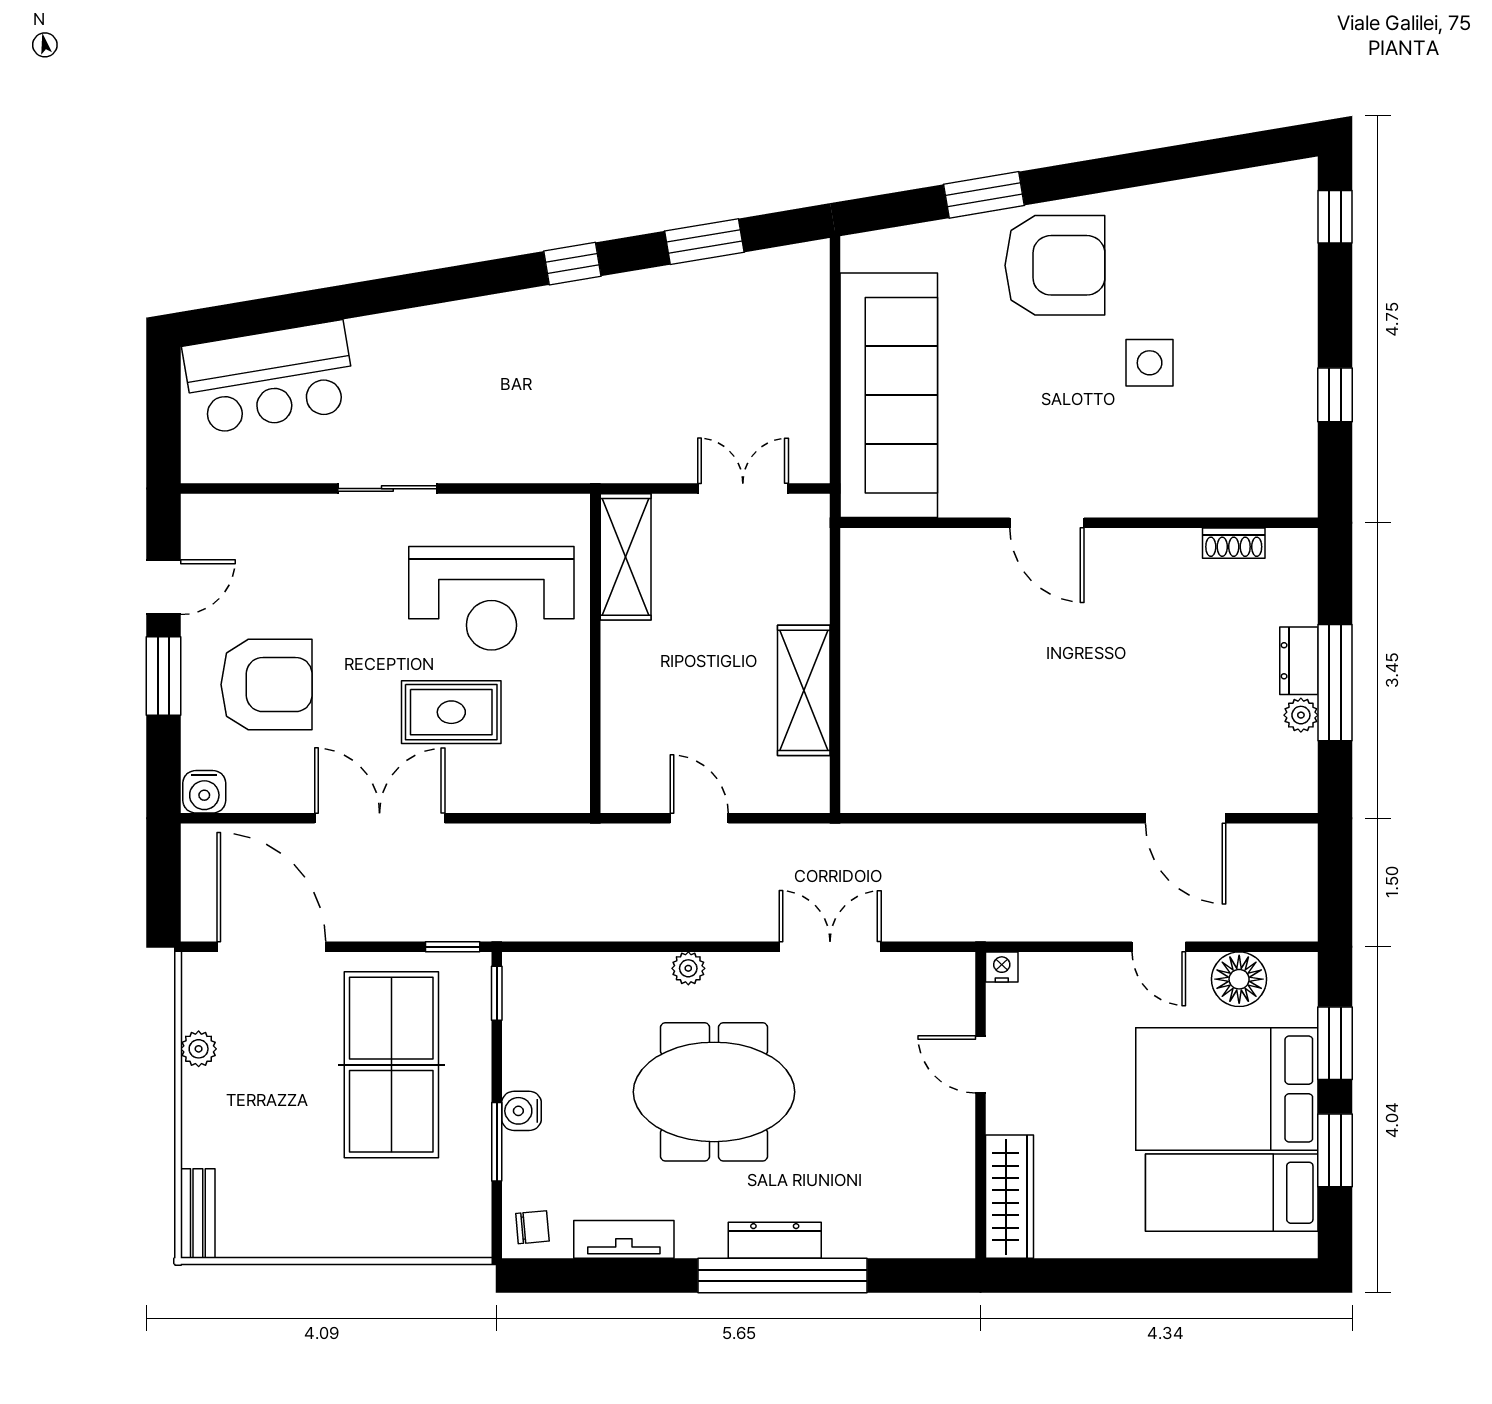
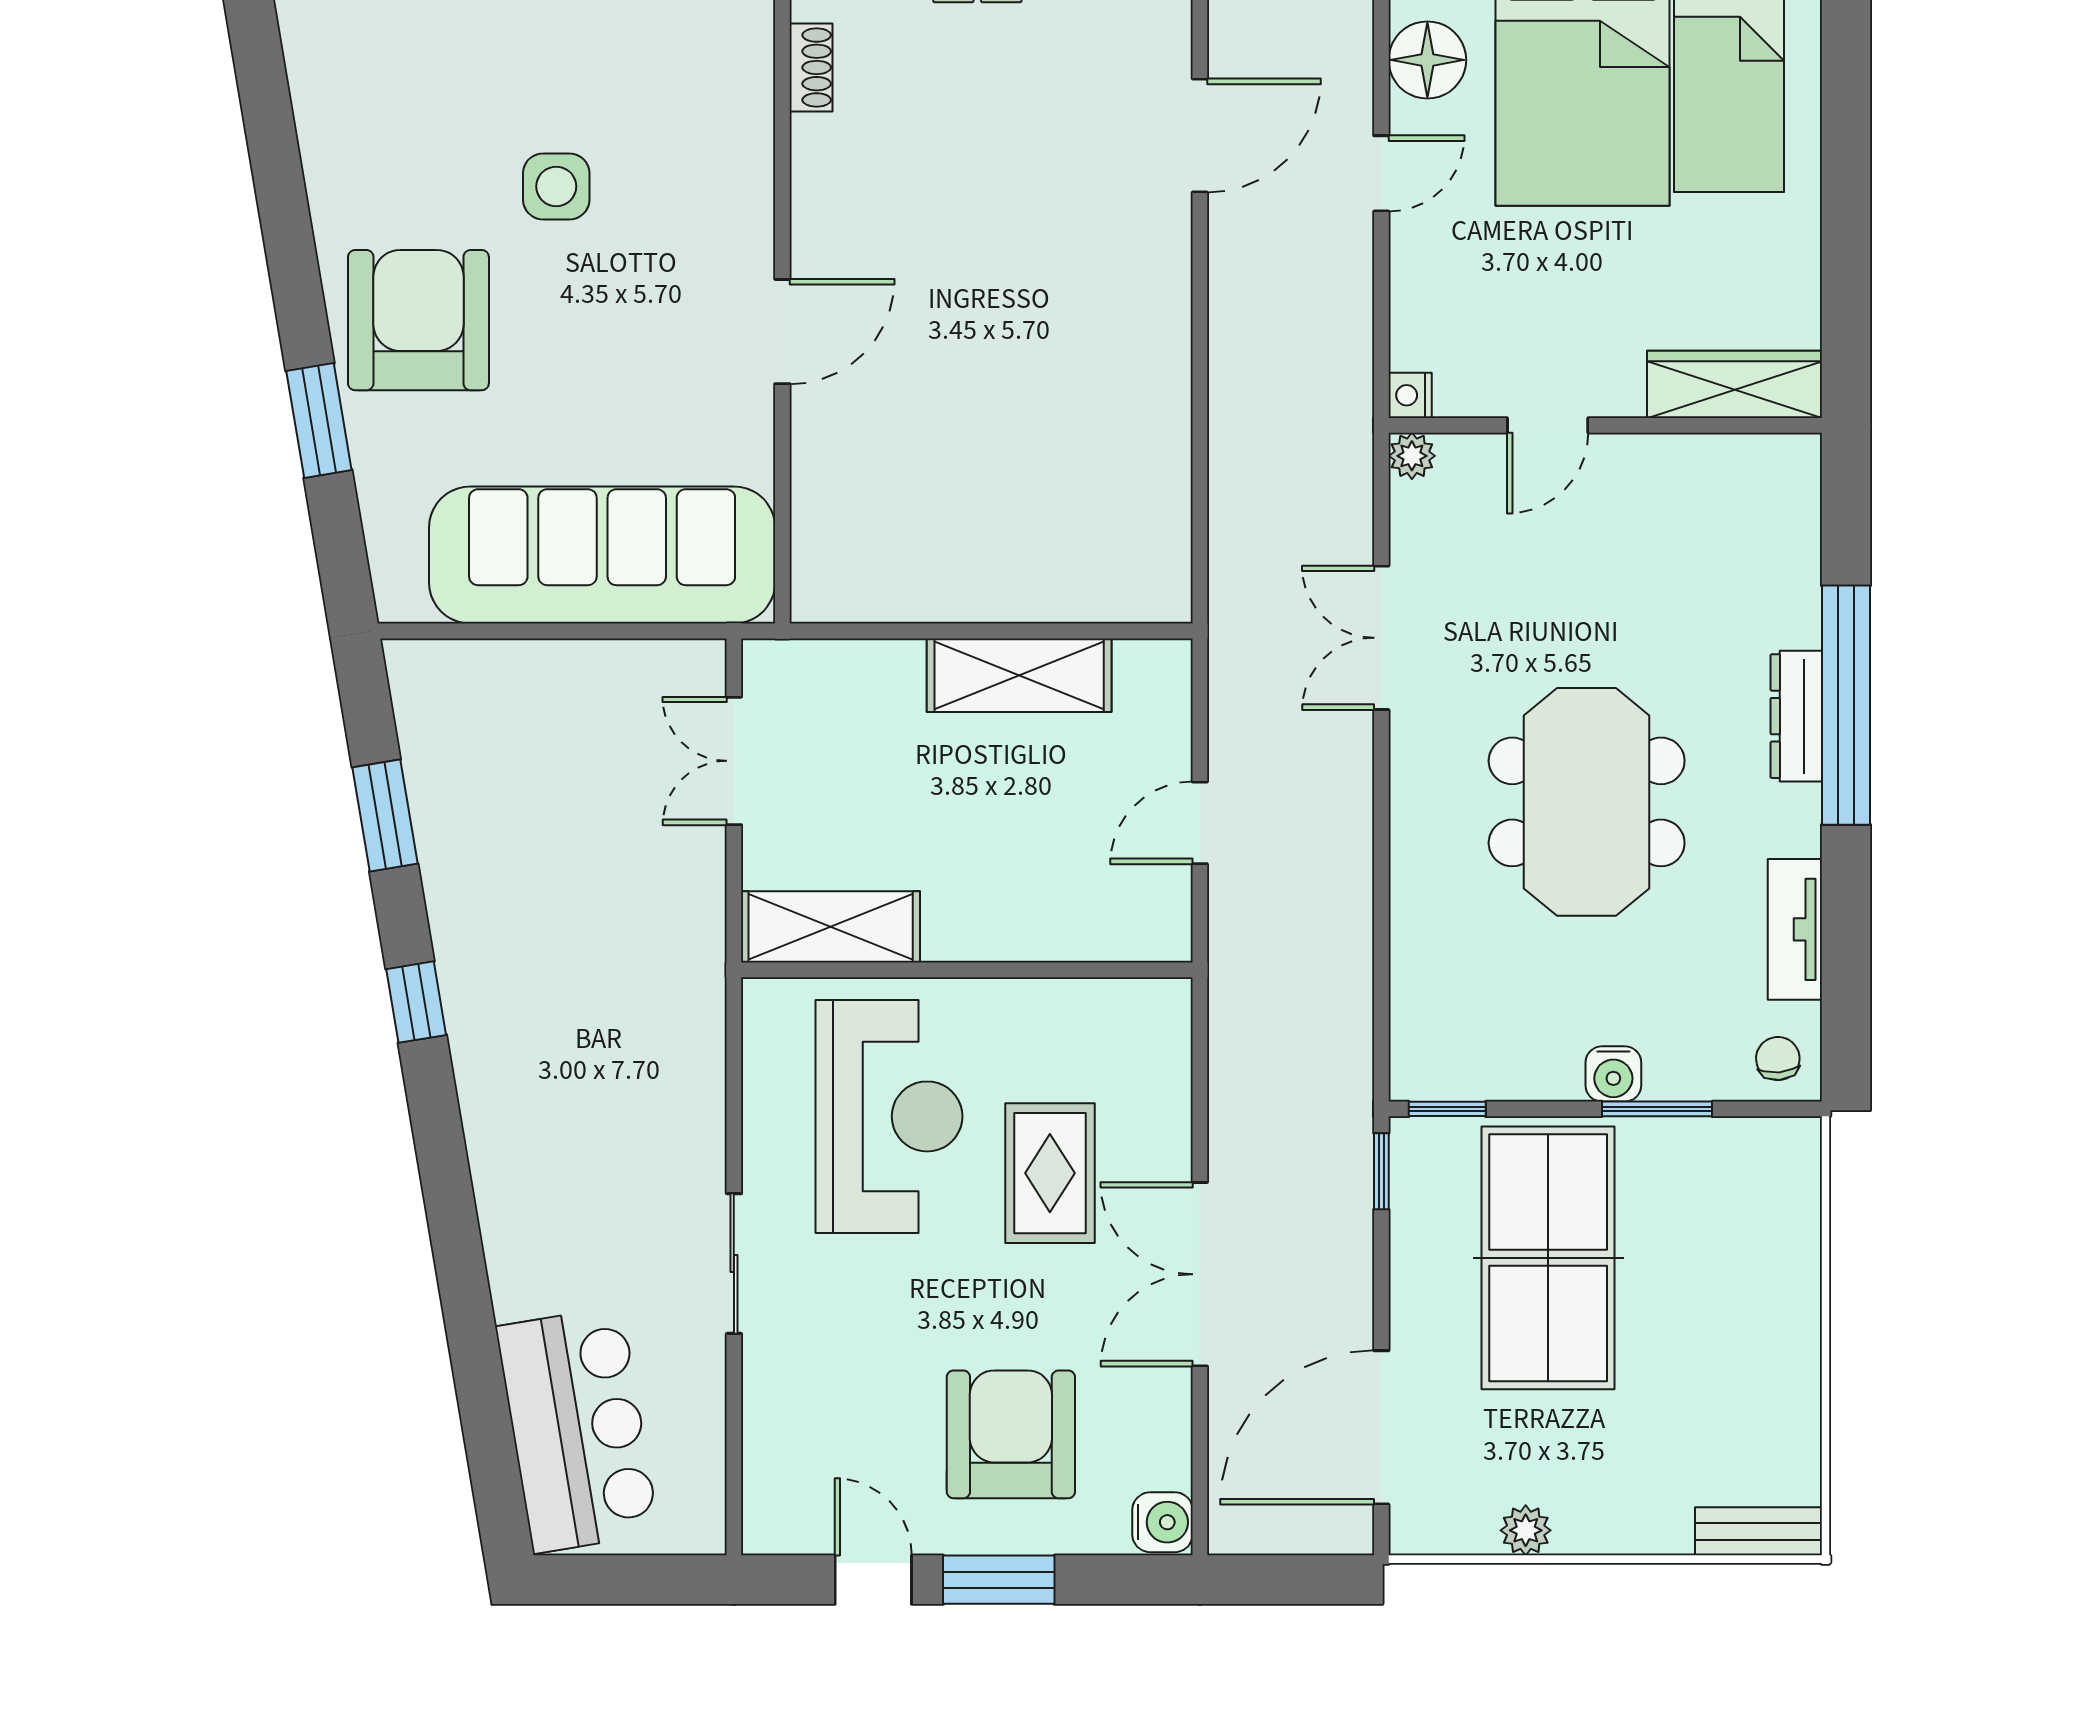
plant: (688, 968) -> (1412, 456), moved
table tennis table: (391, 1065) -> (1548, 1258), turned 90

